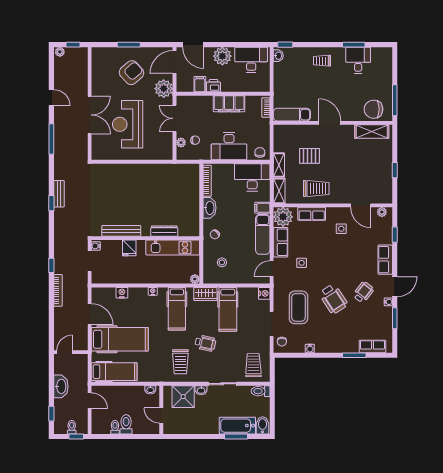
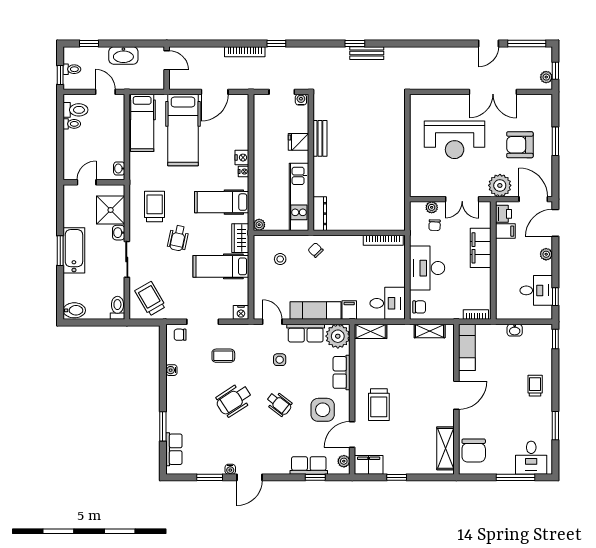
window: (252, 45) -> (555, 297), added
plant: (60, 52) -> (546, 77), moved
plant: (222, 56) -> (546, 254), width x0.53, depth x0.53
washbasin: (278, 56) -> (515, 330), moved
desk: (251, 60) -> (536, 290), width x0.73
desk: (358, 60) -> (531, 458), moved, turned 90
armchair: (132, 73) -> (520, 145), turned 132
printer: (213, 86) -> (503, 214), moved
window: (395, 100) -> (516, 477), moved
filing cabinet: (229, 104) -> (481, 248), moved
chair: (373, 109) -> (474, 451), turned 180
double door: (90, 115) -> (493, 92), moved
double door: (175, 118) -> (462, 199), swing flipped
reception desk: (128, 124) -> (455, 140), turned 180
window: (51, 139) -> (527, 44), moved
pallet: (310, 156) -> (415, 370), removed
shelving: (279, 165) -> (430, 331), moved
desk: (252, 177) -> (388, 303), width x0.73
trolley: (316, 188) -> (379, 405), moved
filing cabinet: (385, 192) -> (369, 465), added
washbasin: (209, 208) -> (349, 243), removed
side table: (341, 229) -> (323, 410), width x1.87, depth x1.87
bench: (121, 231) -> (320, 138), width x0.73
dresser: (164, 231) -> (320, 214), moved
row of seats: (385, 260) -> (309, 465), moved
door: (395, 287) -> (250, 477), hinge flipped
wheelchair: (363, 292) -> (279, 404), moved
nightstand: (122, 293) -> (242, 158), moved
coffee table: (298, 307) -> (223, 356), width x0.54, depth x0.58
trolley: (180, 362) -> (155, 206), turned 90
trolley: (253, 365) -> (150, 299), turned -119
door: (90, 401) -> (105, 92), swing flipped
toilet: (126, 424) -> (75, 110), moved
bathtub: (237, 426) -> (74, 250), moved
window: (236, 436) -> (60, 251), moved

